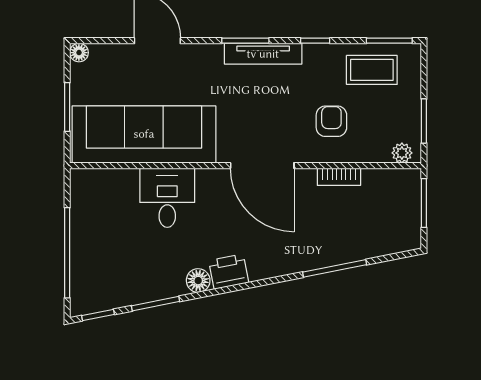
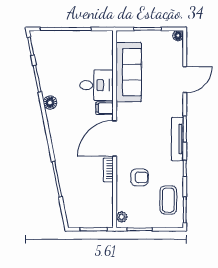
sofa: (144, 134) -> (129, 72), width x0.74, depth x0.79
bookcase: (339, 177) -> (108, 170), moved
filing cabinet: (208, 183) -> (105, 108), added
printer: (229, 272) -> (55, 120), removed

